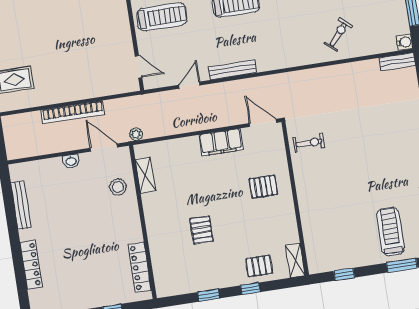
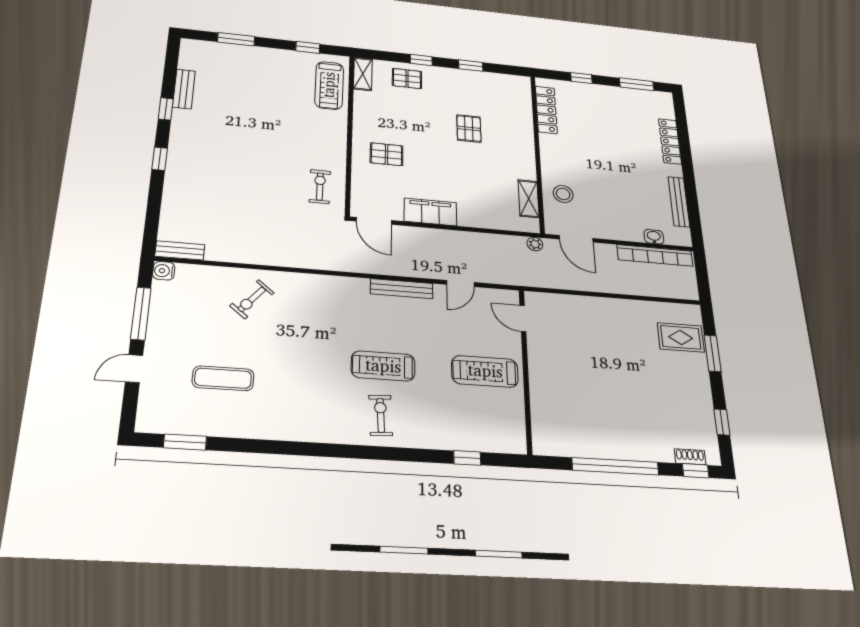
bookcase: (73, 112) -> (655, 255), moved, turned 180
exercise bike: (309, 143) -> (320, 187), turned 90
washbasin: (71, 161) -> (654, 237), moved
treadmill: (390, 232) -> (329, 85), moved

